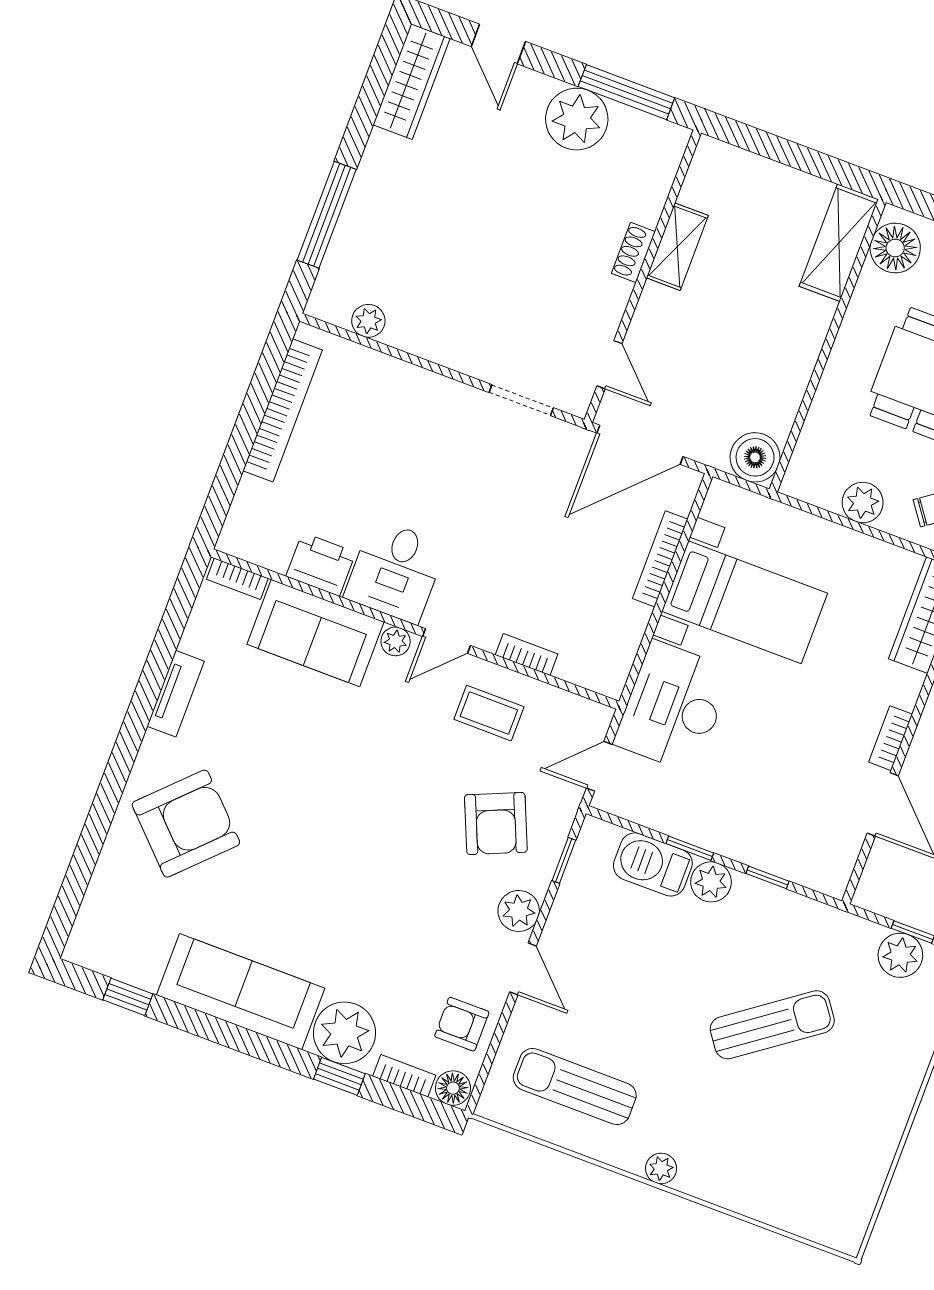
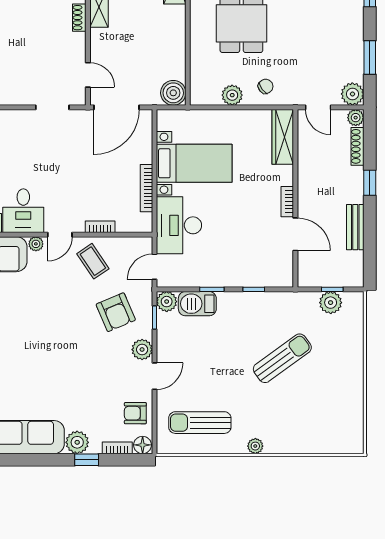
bookcase: (660, 559) -> (146, 188), moved
coffee table: (489, 713) -> (93, 261), turned 56
plant: (711, 882) -> (167, 302), moved
door: (523, 969) -> (154, 376), hinge flipped
plant: (345, 1033) -> (77, 442), width x0.73, depth x0.73

